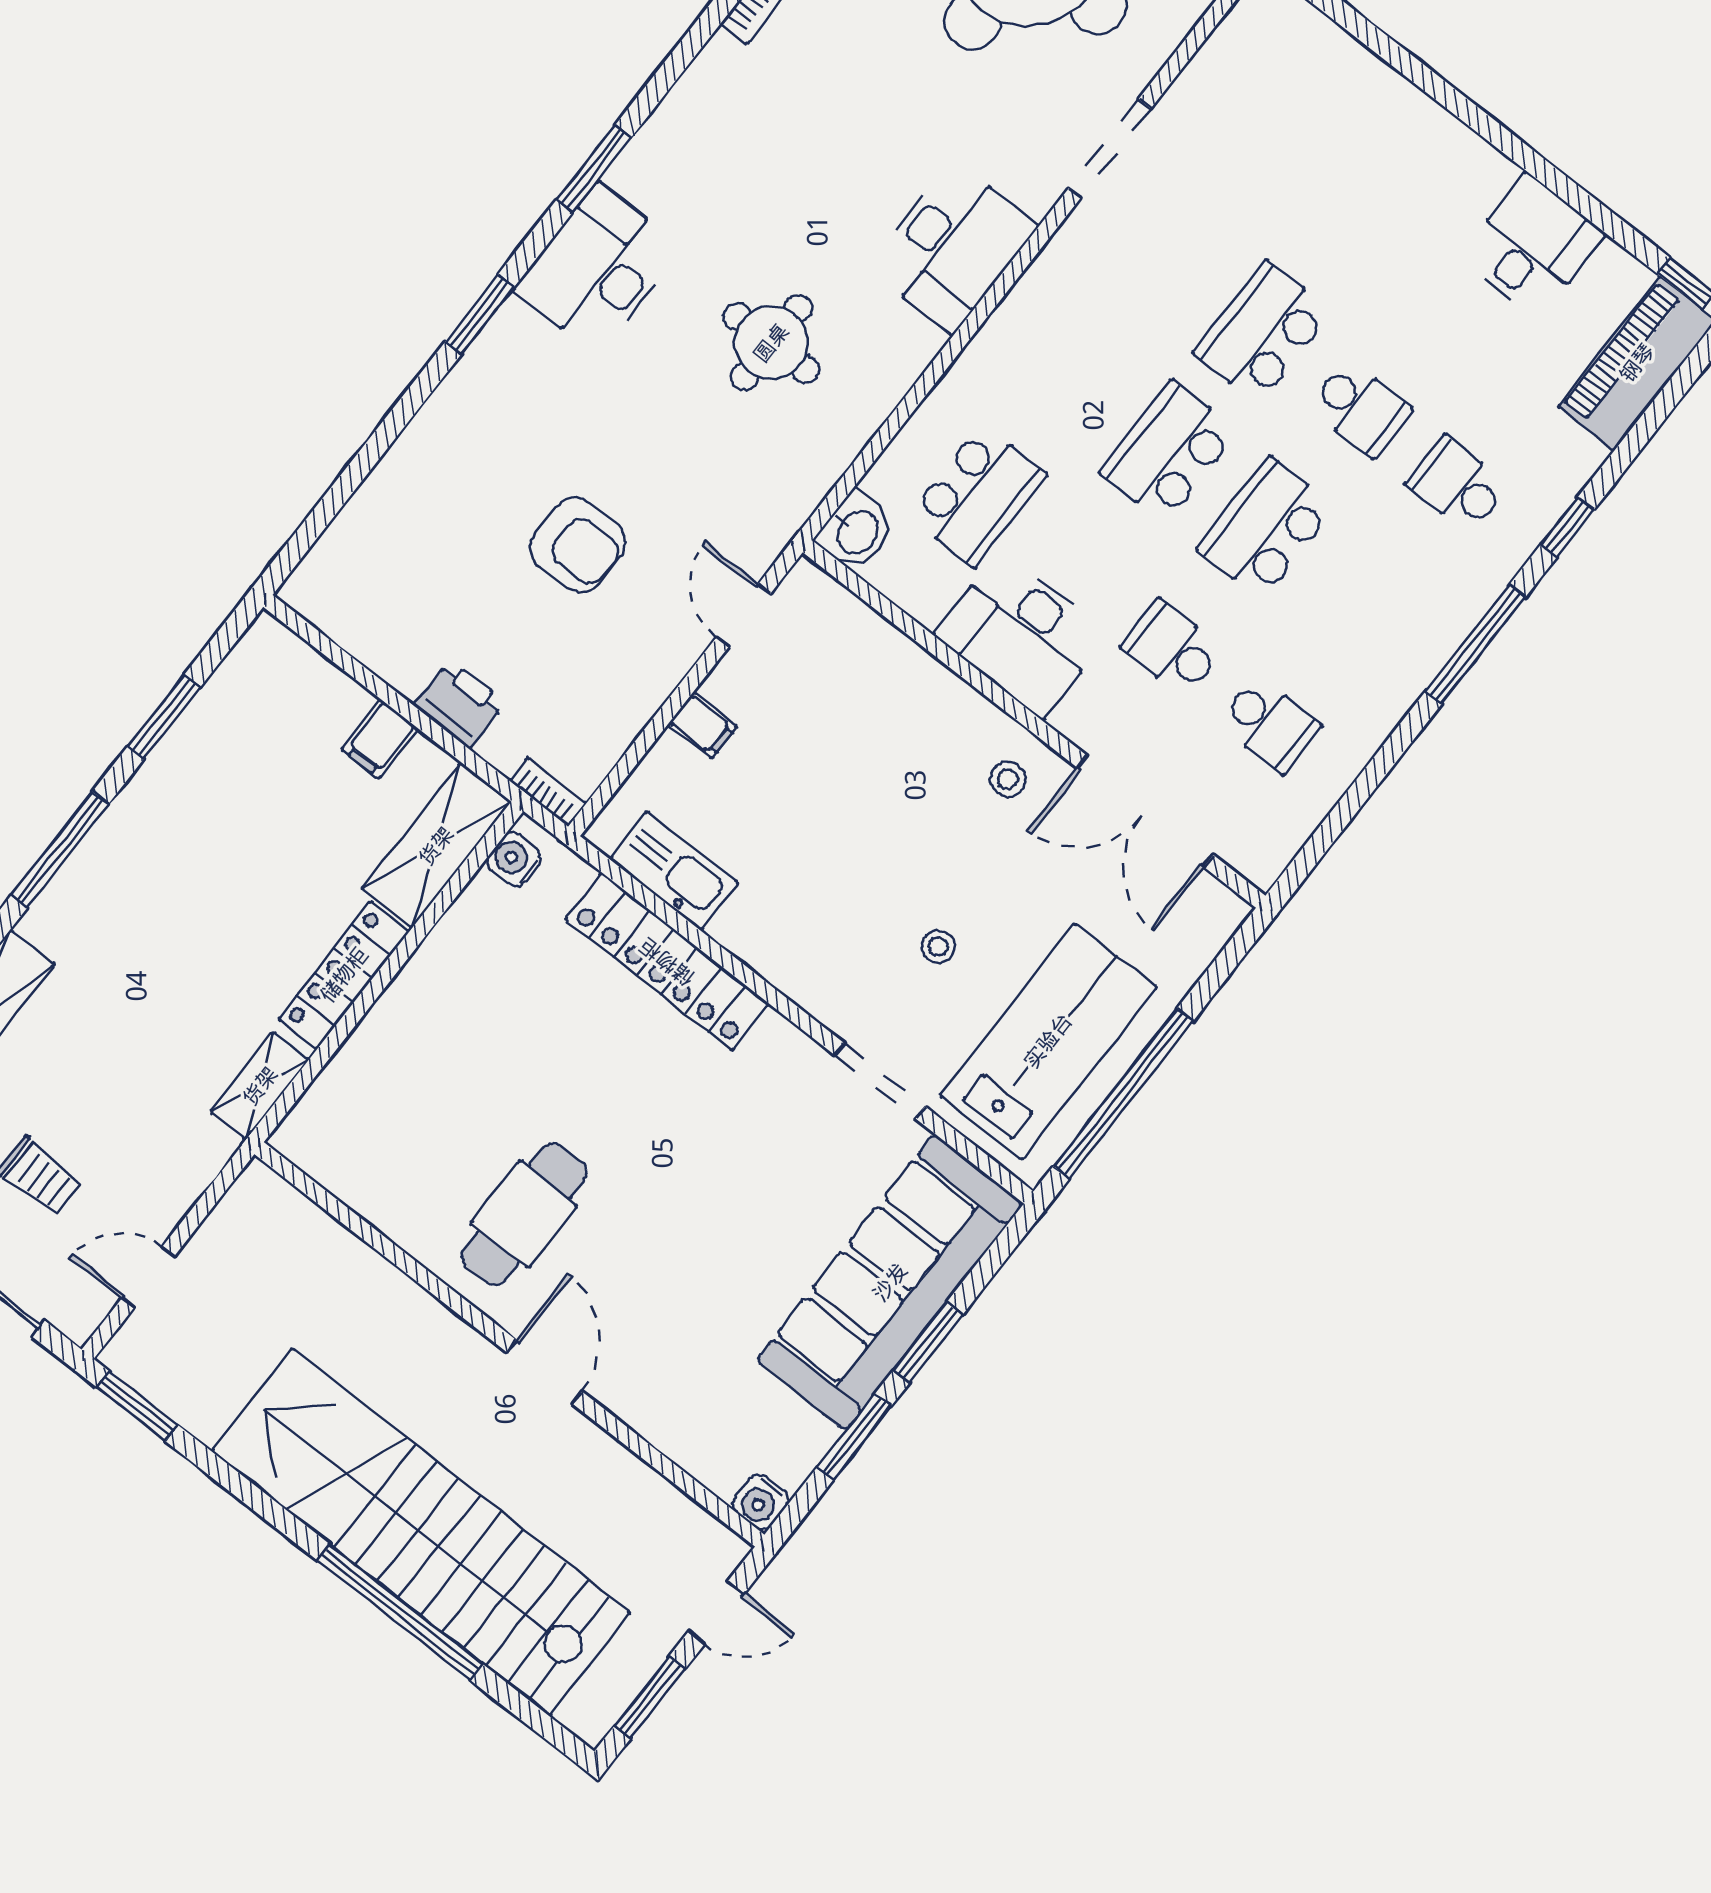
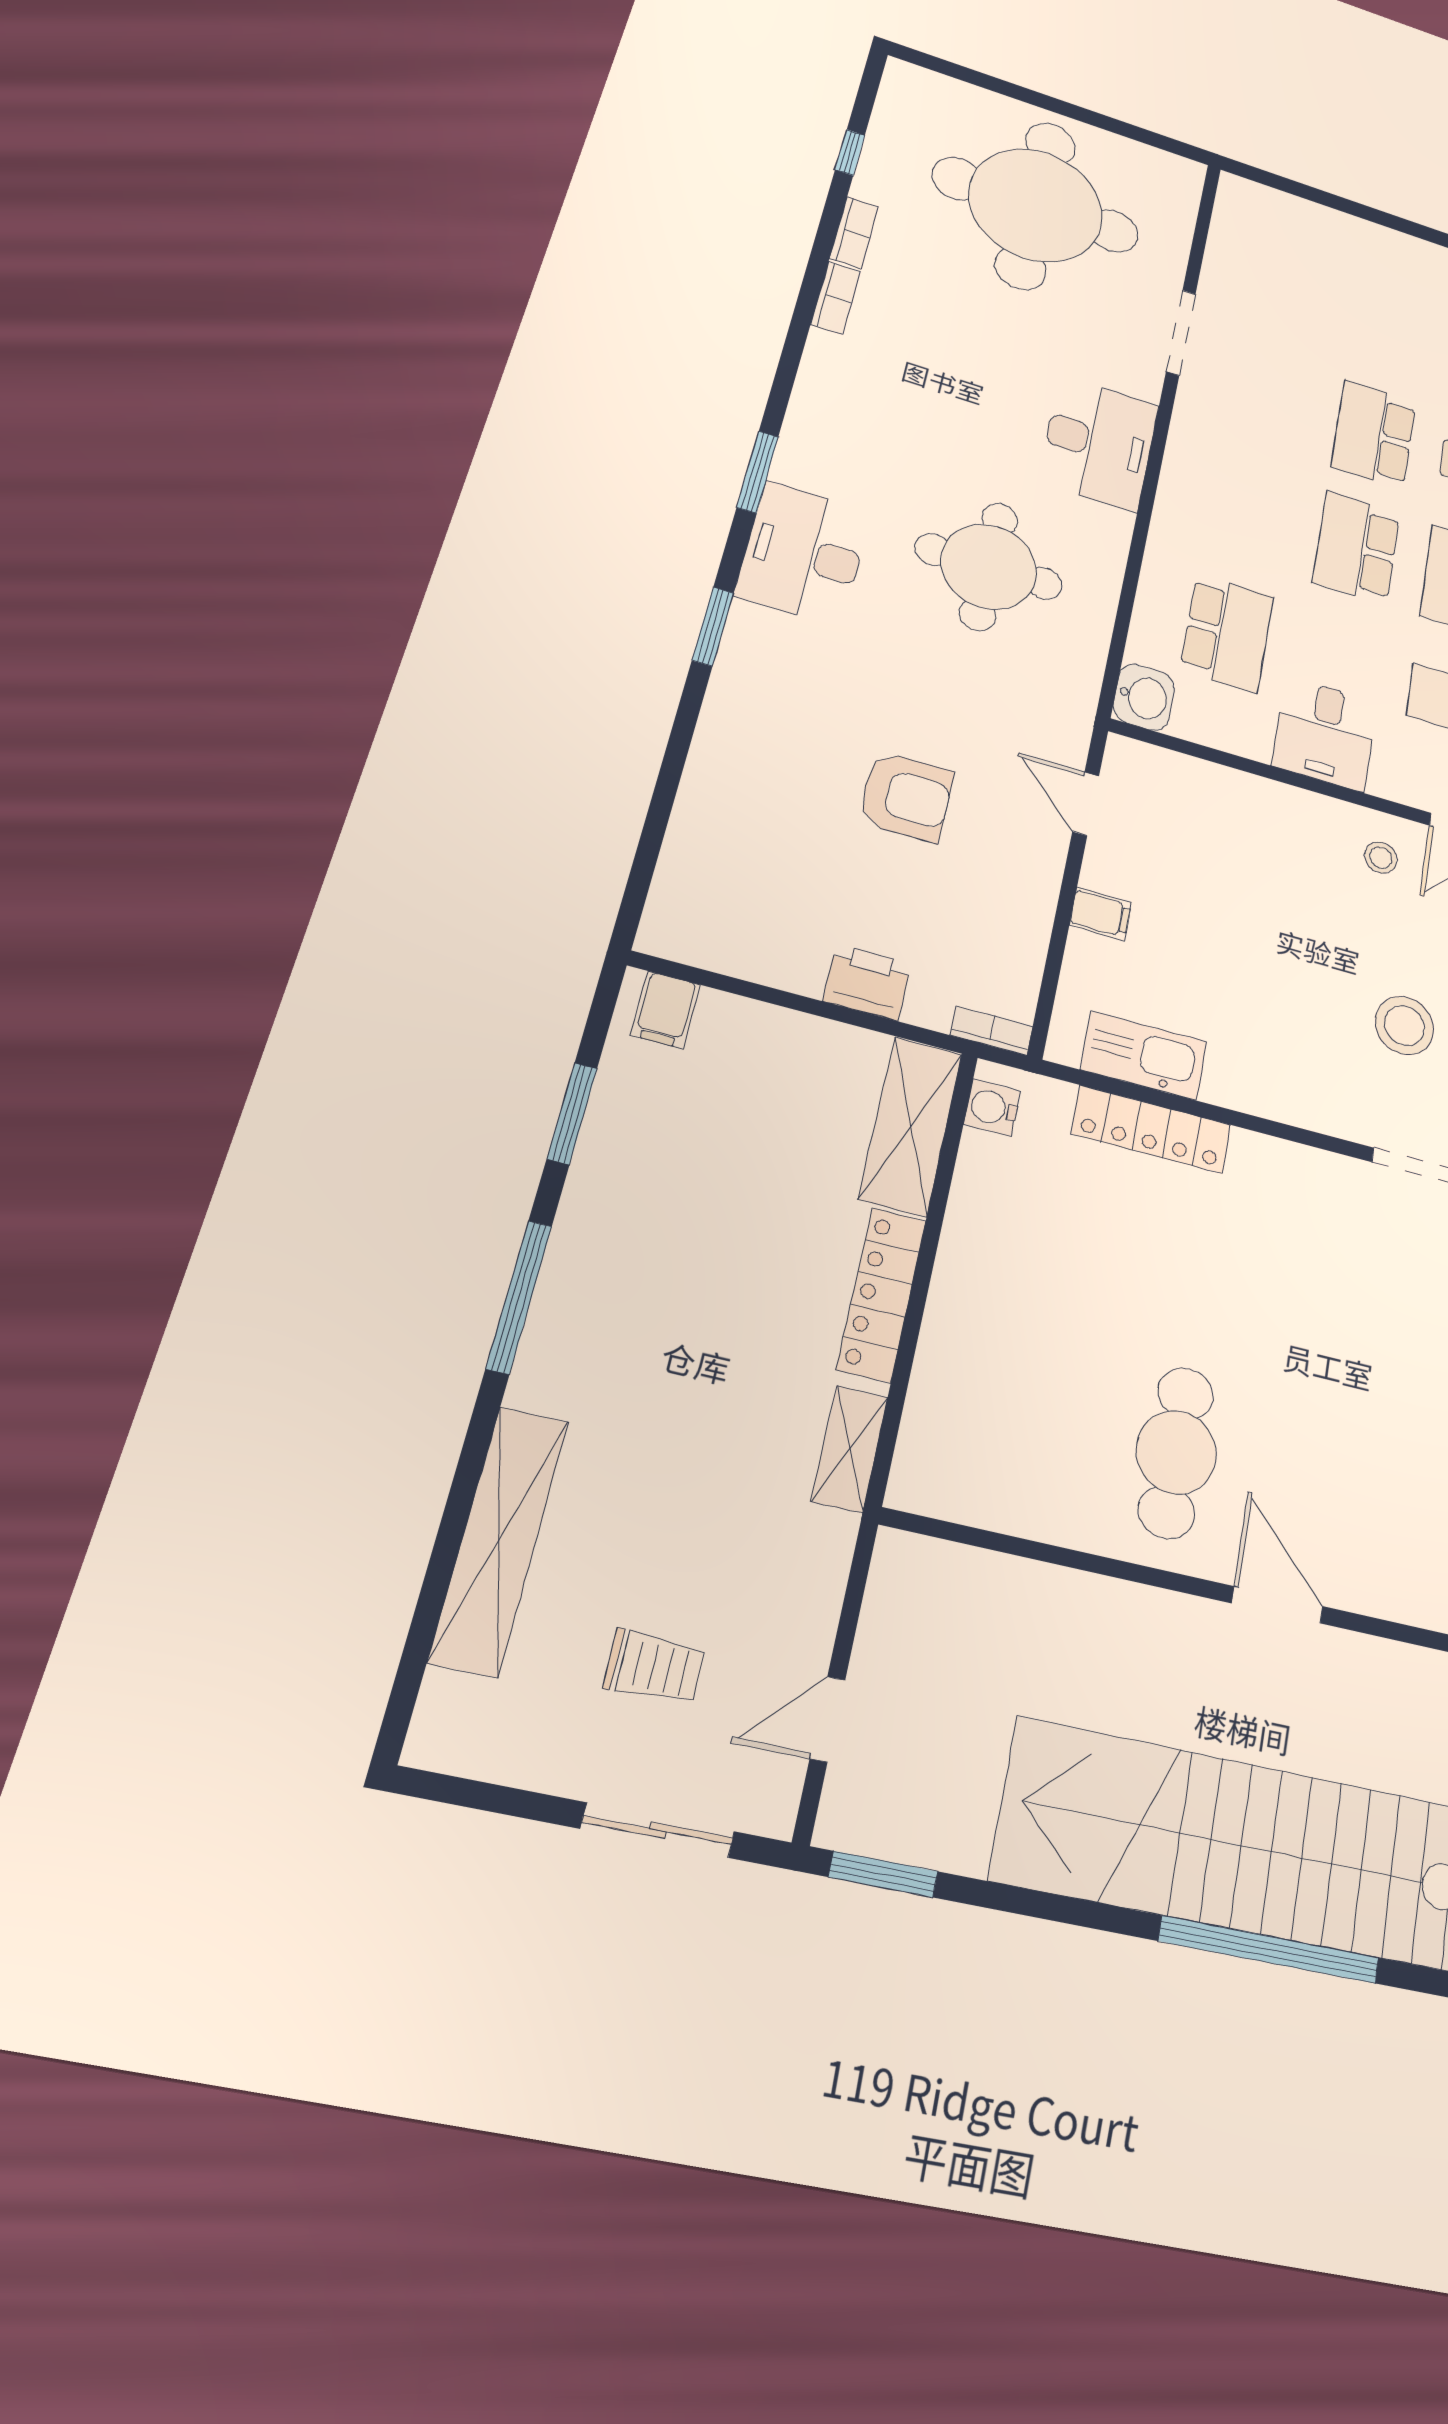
round table: (771, 343) -> (989, 567), width x1.36, depth x1.36
desk: (1022, 635) -> (1325, 734), width x0.73
filing cabinet: (380, 739) -> (665, 1010), moved
stool: (938, 947) -> (1404, 1025), width x1.89, depth x1.89
locker: (667, 962) -> (1151, 1129), width x0.71, depth x0.83

